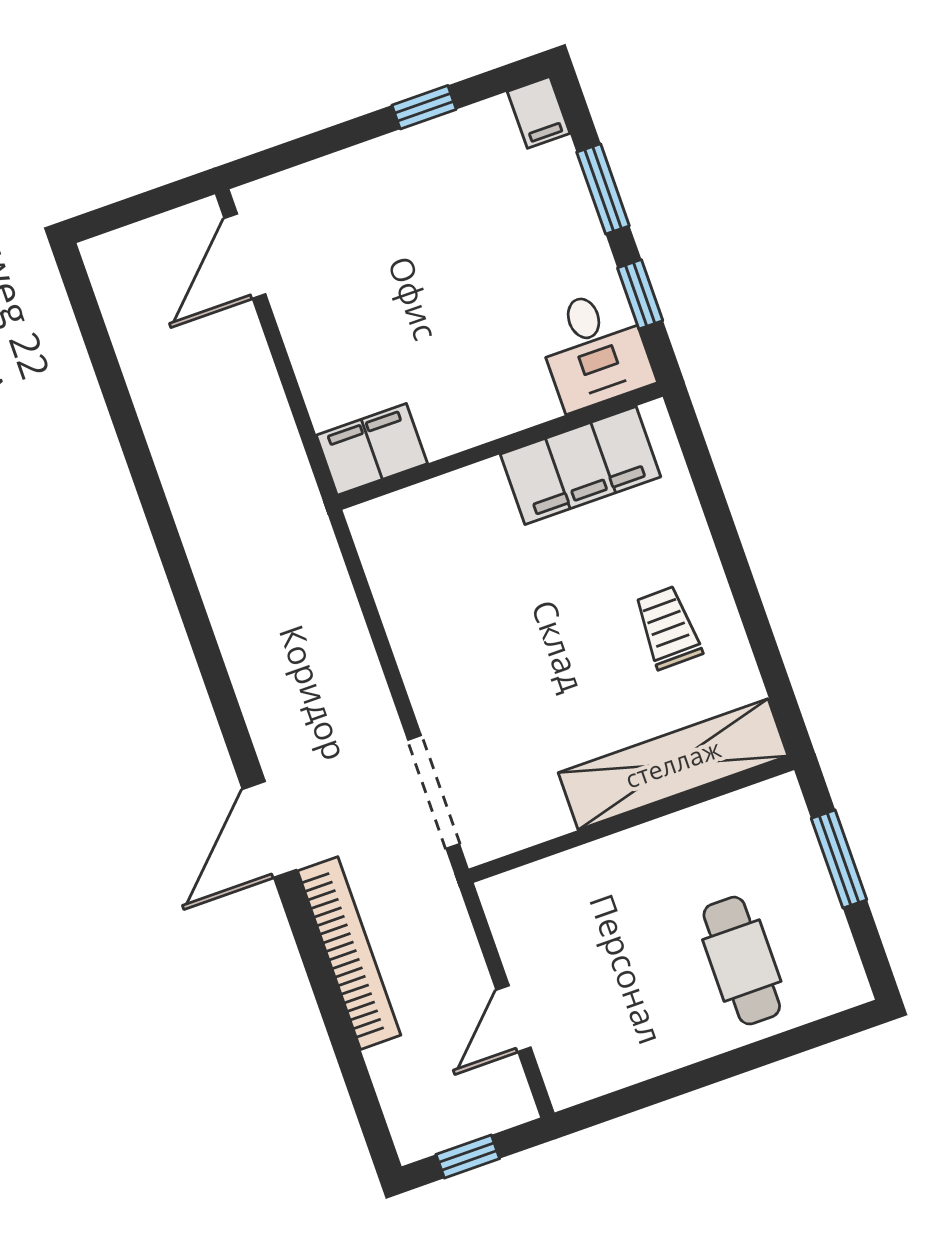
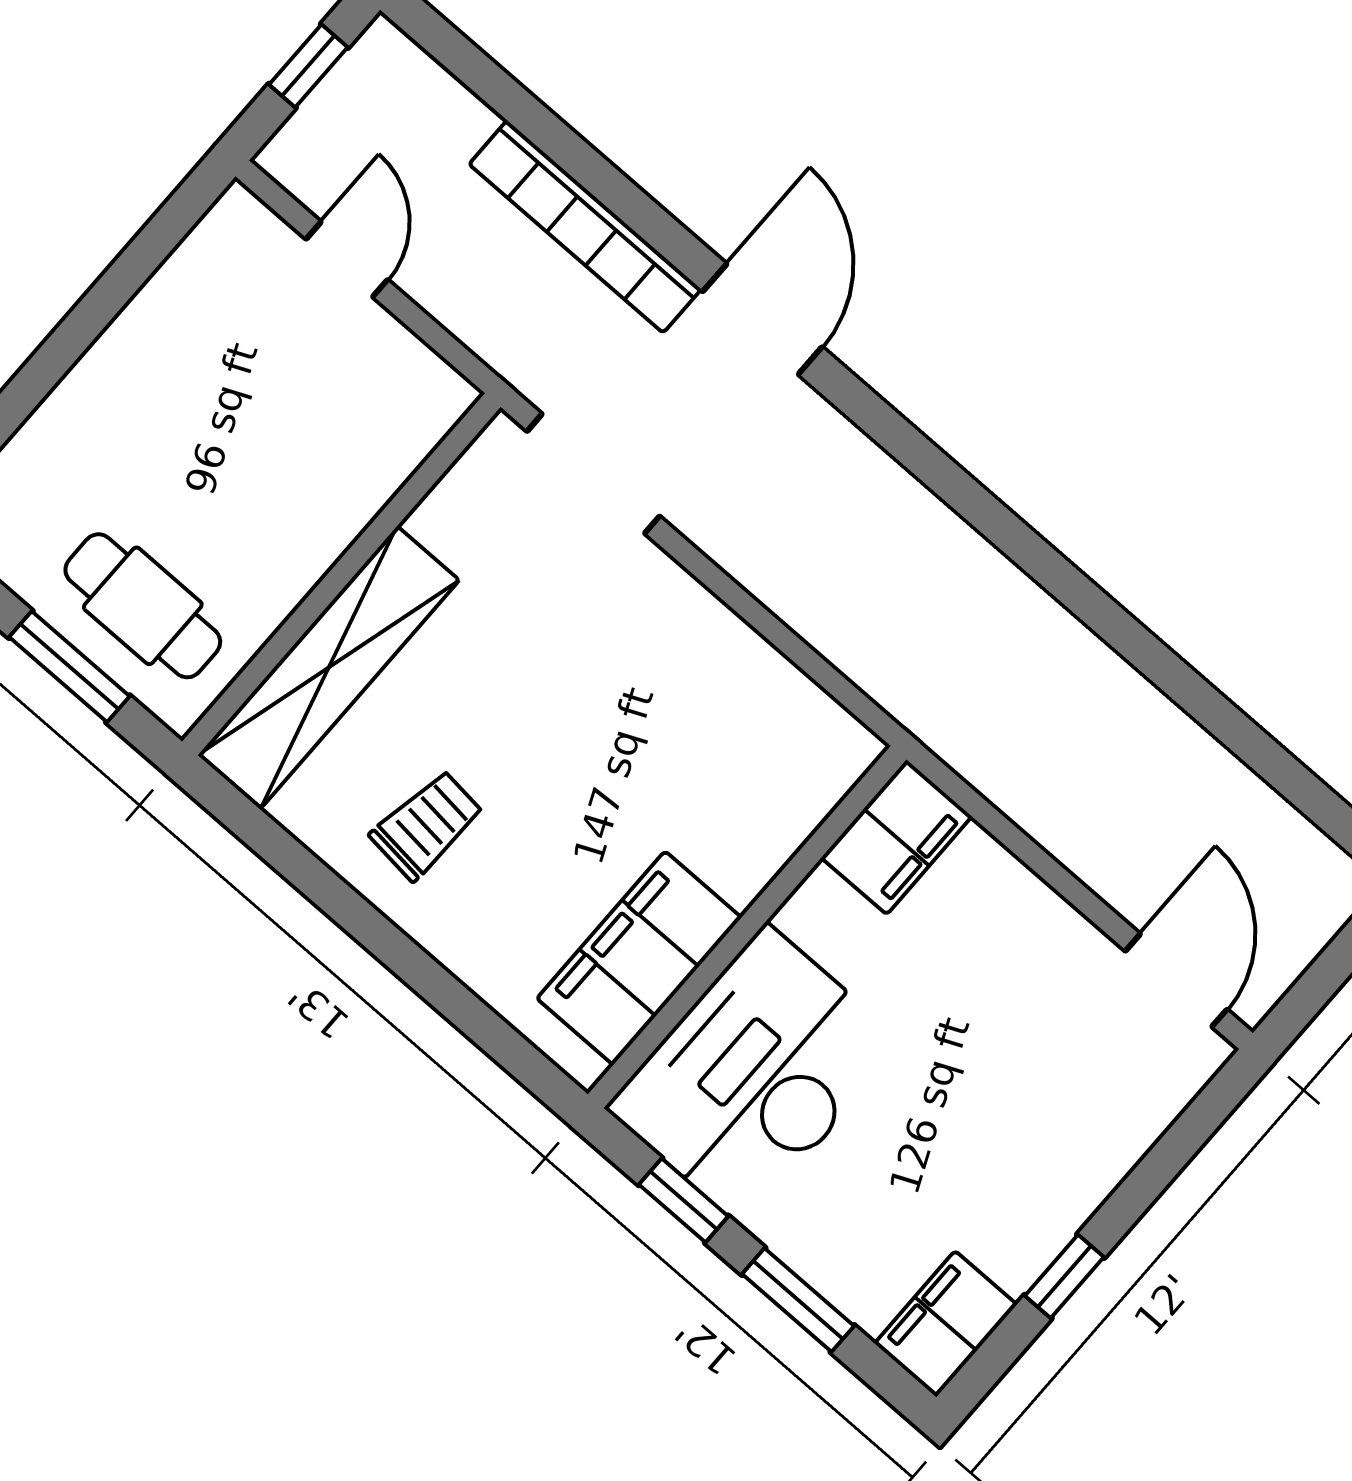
filing cabinet: (539, 112) -> (946, 1324), width x2.00
desk: (594, 349) -> (755, 1075), width x1.87, depth x1.30
trolley: (668, 628) -> (427, 825), turned -83
cafe table: (742, 961) -> (143, 606), moved

